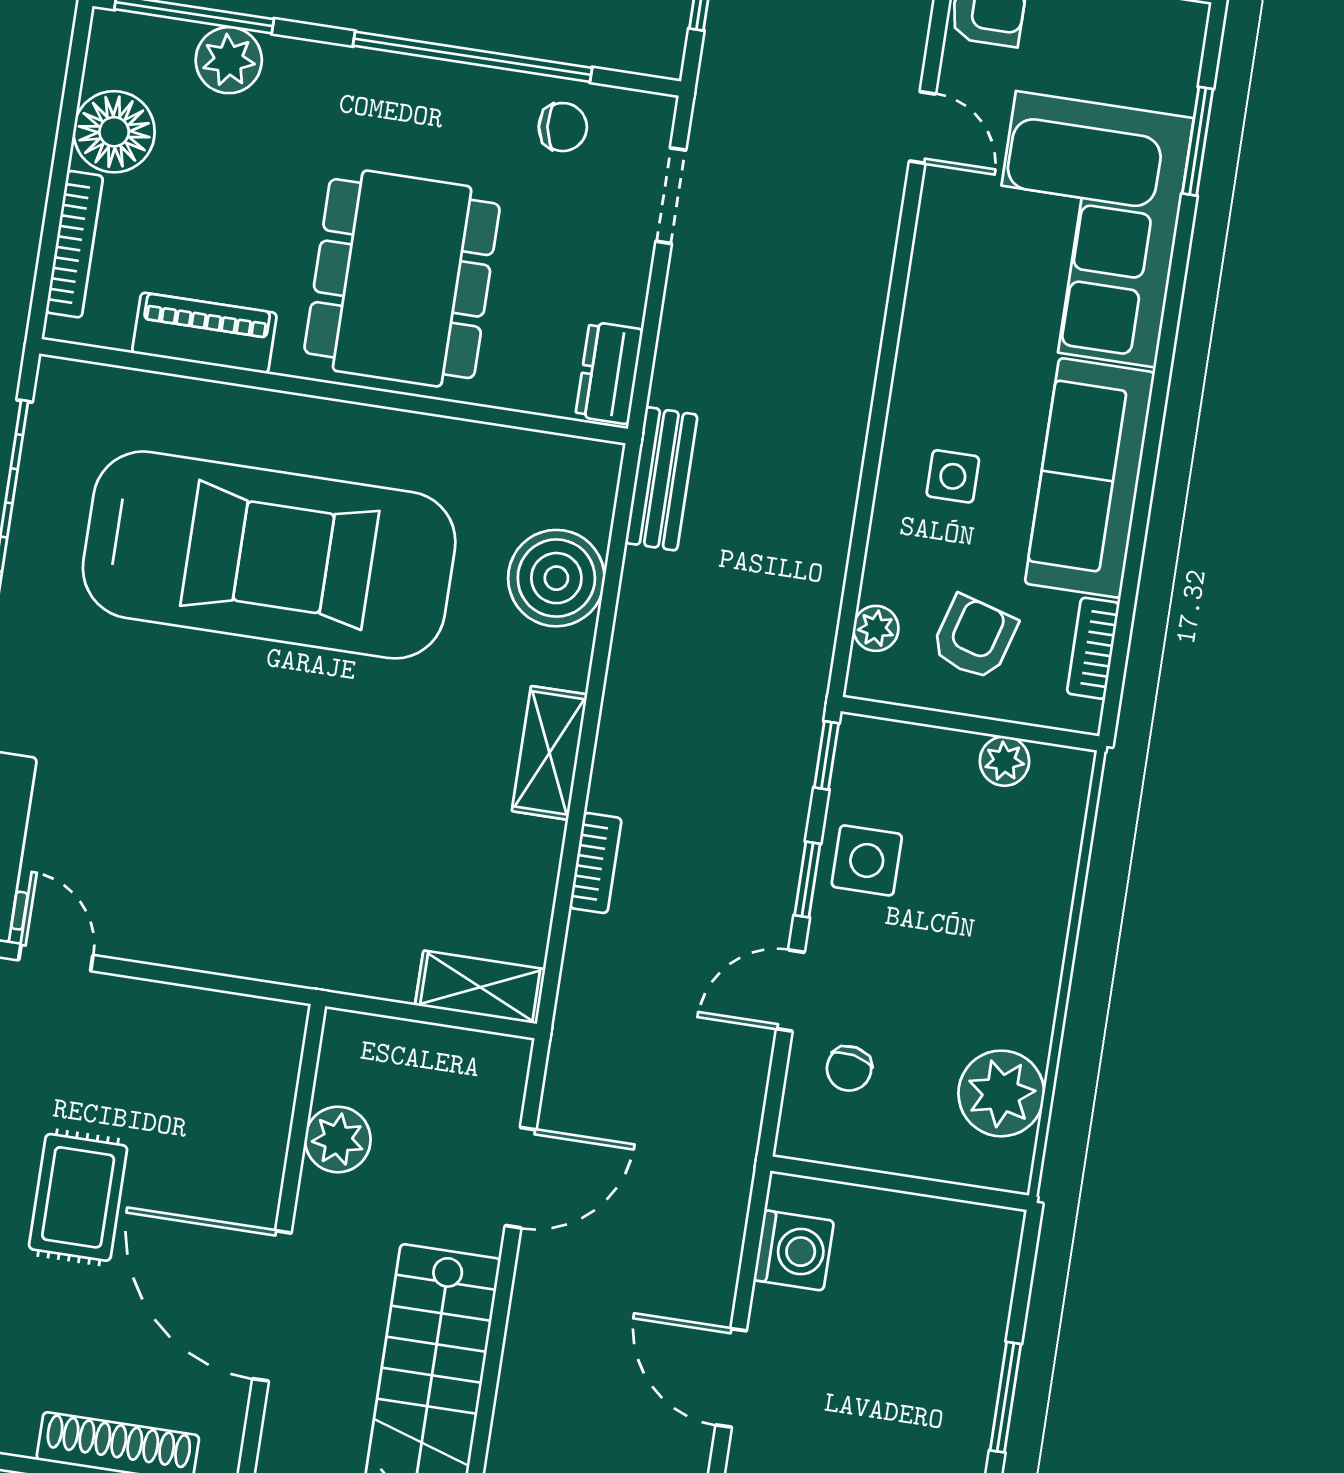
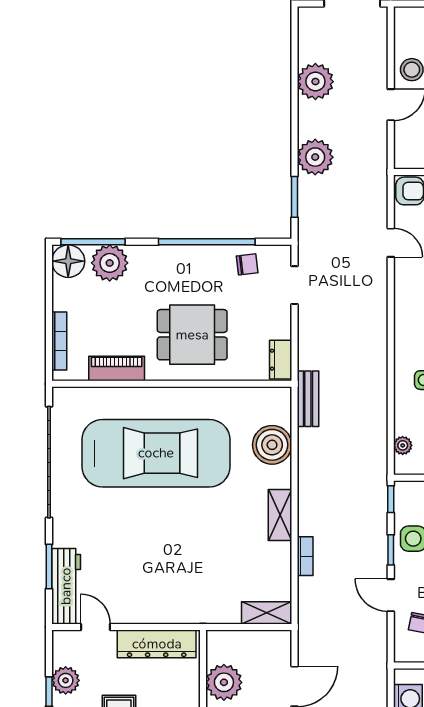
plant: (229, 60) -> (110, 263), width x1.36, depth x1.36
floor lamp: (114, 132) -> (68, 261), moved
dining table: (402, 279) -> (192, 335), width x0.73
door: (790, 991) -> (391, 595), hinge flipped
dresser: (199, 1022) -> (157, 644), added
plant: (338, 1139) -> (224, 682), width x1.36, depth x1.36

